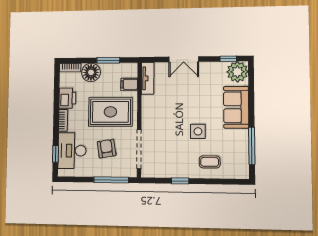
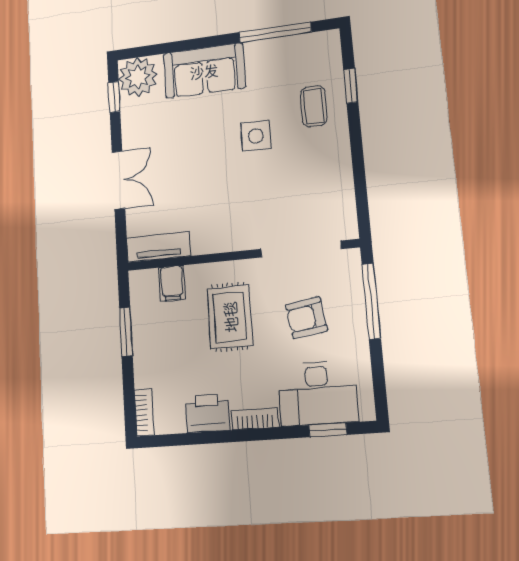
floor lamp: (91, 72) -> (152, 366), removed
rug: (110, 112) -> (230, 317), width x0.73, depth x0.70
window: (180, 181) -> (351, 86), moved

